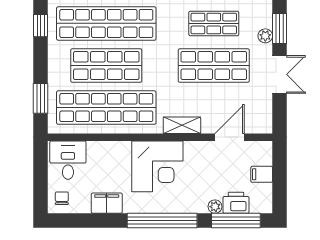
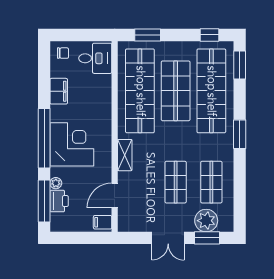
plant: (265, 36) -> (206, 221), width x1.87, depth x1.87
shop shelf: (214, 66) -> (176, 182), width x0.70, depth x0.74
door: (230, 137) -> (115, 196), swing flipped
corner desk: (157, 166) -> (72, 144), moved, turned 180
filing cabinet: (262, 174) -> (103, 222), moved, turned -90

